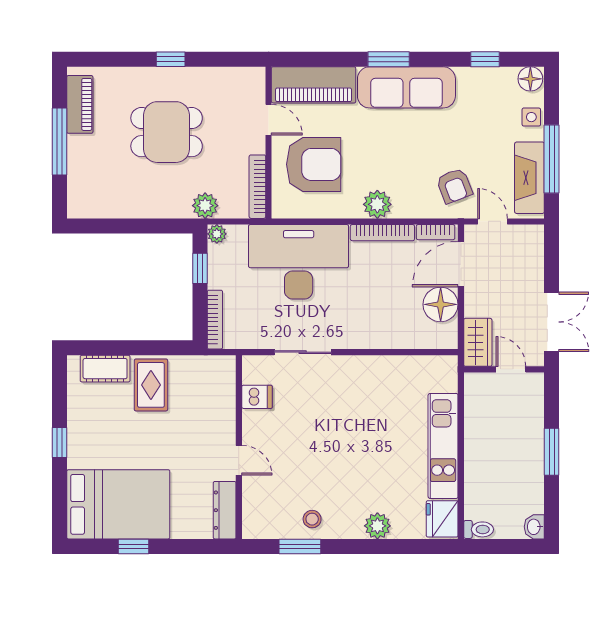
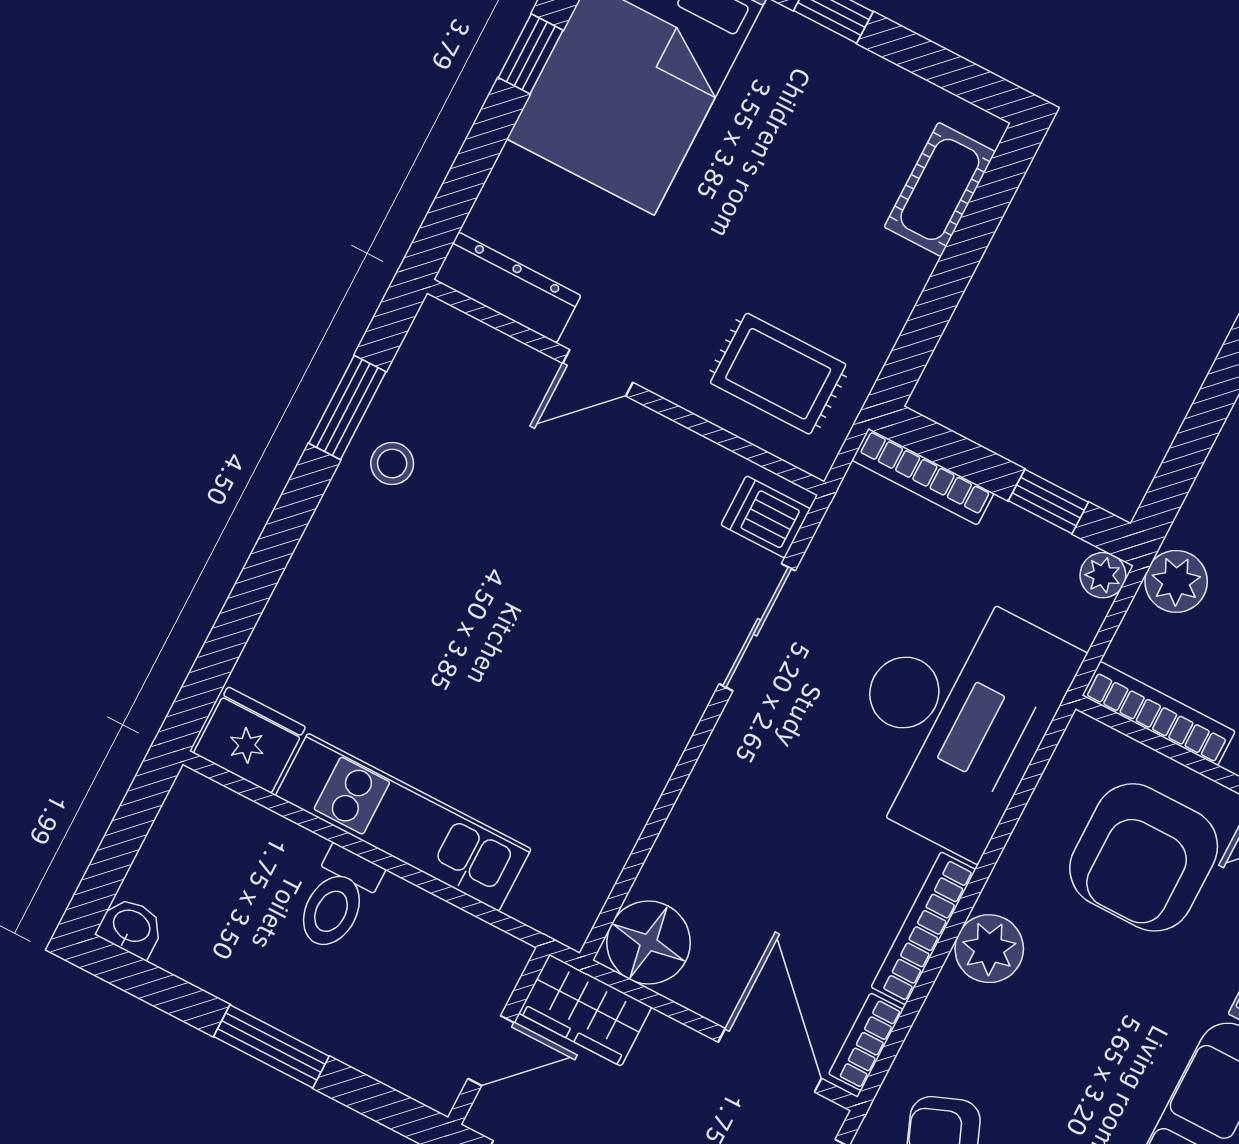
floor lamp: (441, 304) -> (649, 943), moved
rug: (151, 385) -> (778, 374), moved
dishwasher: (257, 397) -> (766, 517), moved, turned 90
plant: (377, 526) -> (306, 595), removed
toilet: (479, 529) -> (337, 899), moved, width x1.37, depth x1.39

